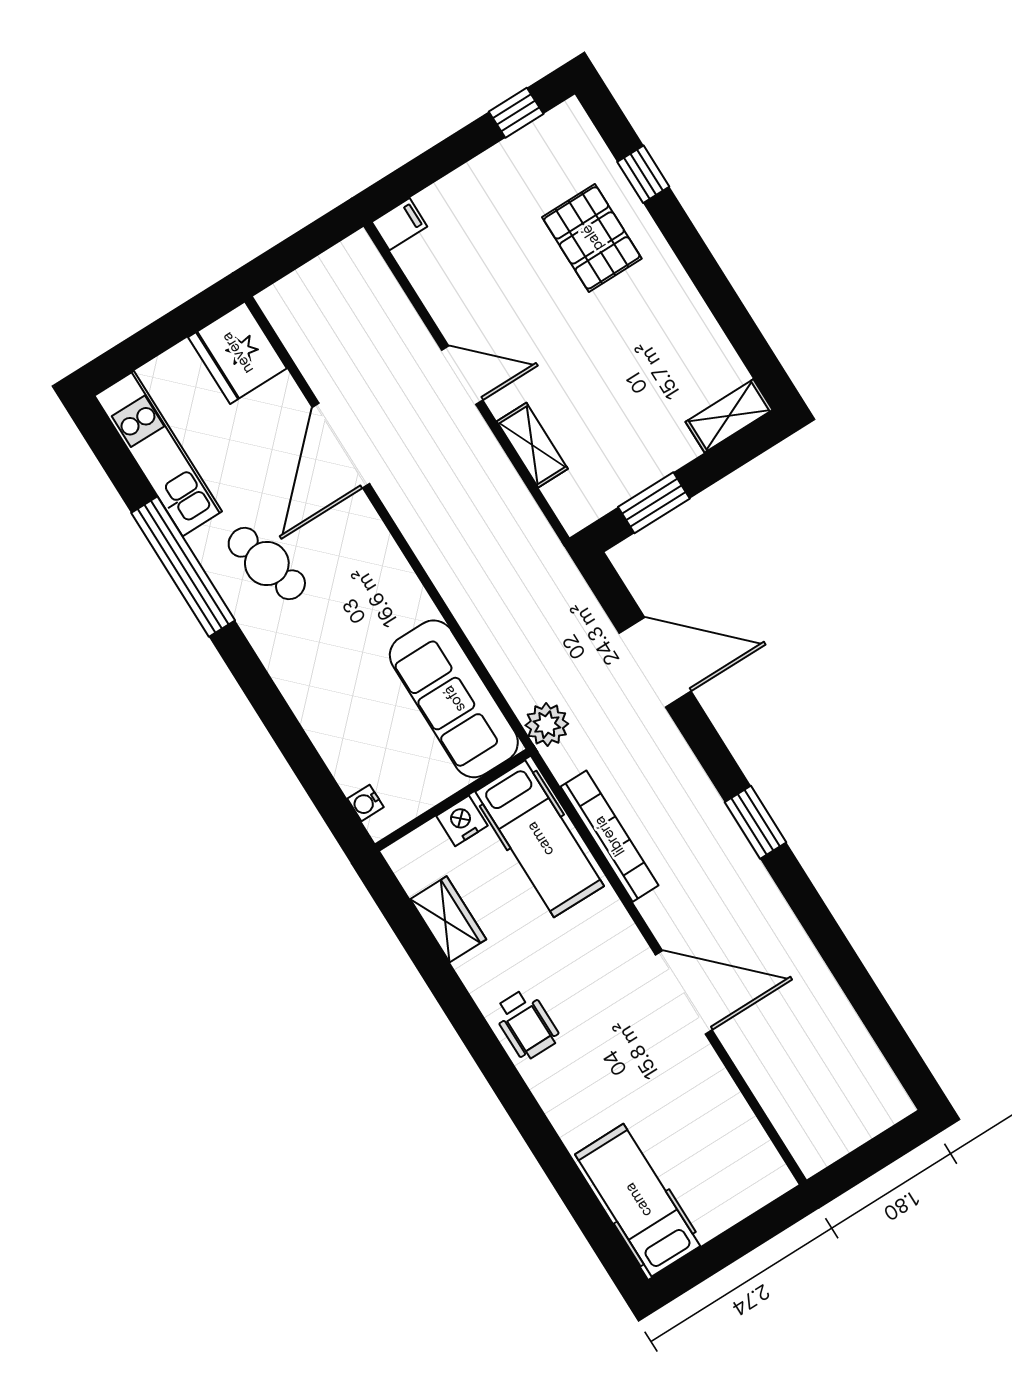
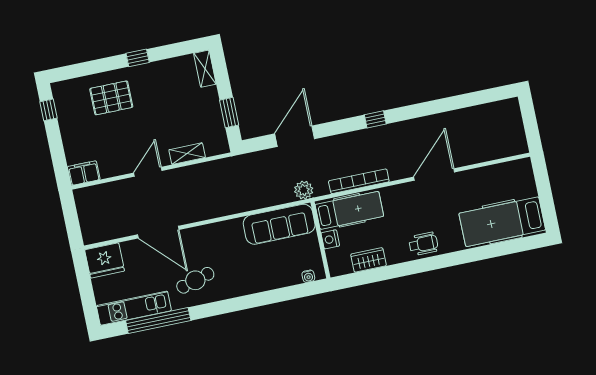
window: (643, 174) -> (138, 58), moved
filing cabinet: (400, 224) -> (84, 173), width x2.00
window: (183, 567) -> (158, 320), moved
window: (755, 822) -> (375, 119), width x0.67
hospital bed: (638, 1200) -> (502, 222), width x1.37, depth x1.29

